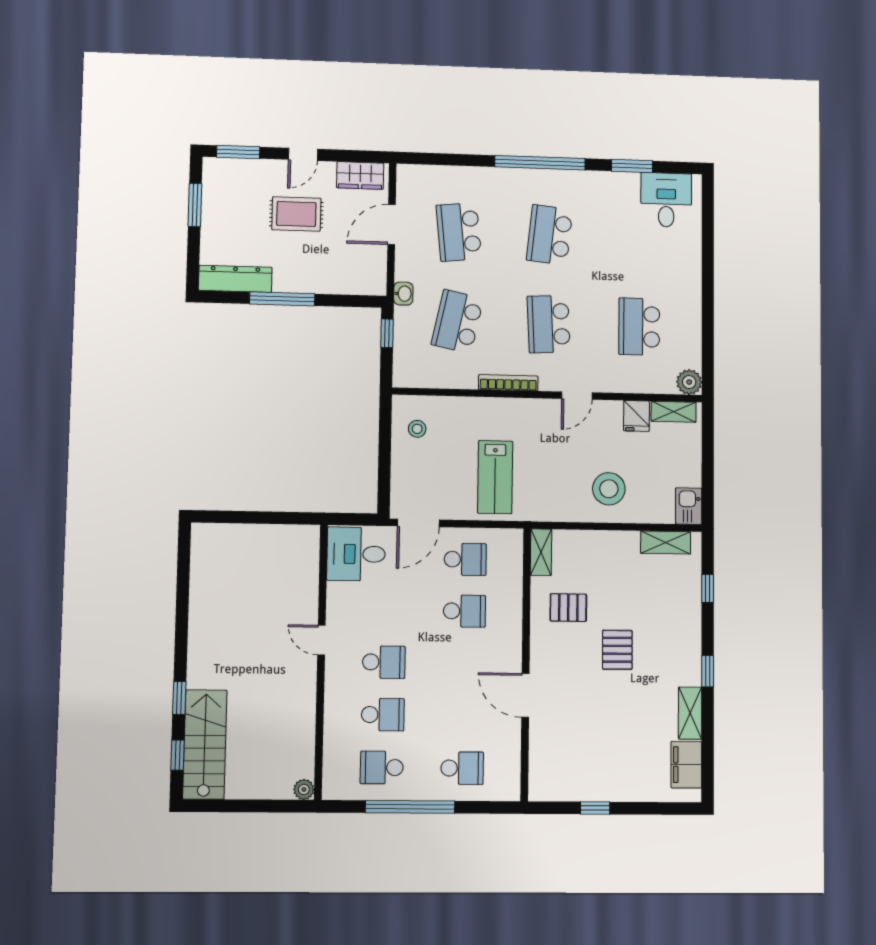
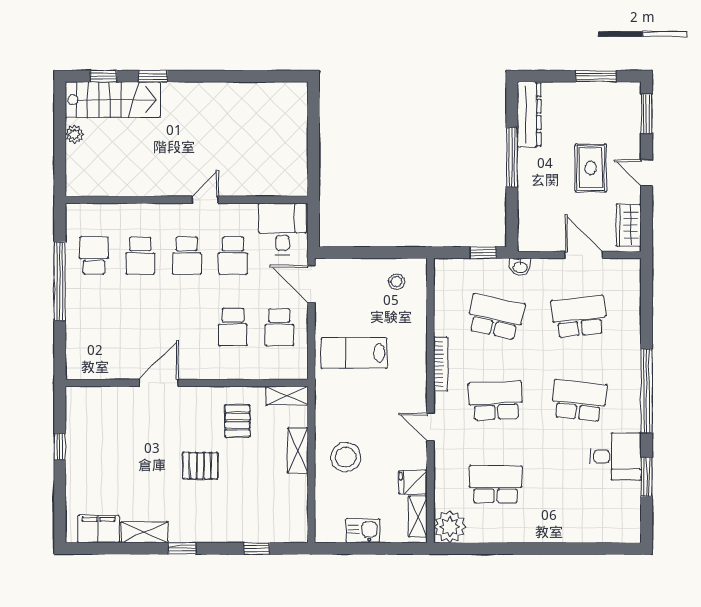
desk: (666, 200) -> (615, 457), moved
plant: (689, 382) -> (450, 527), width x1.36, depth x1.36
kitchen sink: (689, 506) -> (363, 531), moved
shelving: (666, 542) -> (298, 450), moved
school desk: (462, 768) -> (233, 256), moved
plant: (304, 789) -> (74, 134), moved

